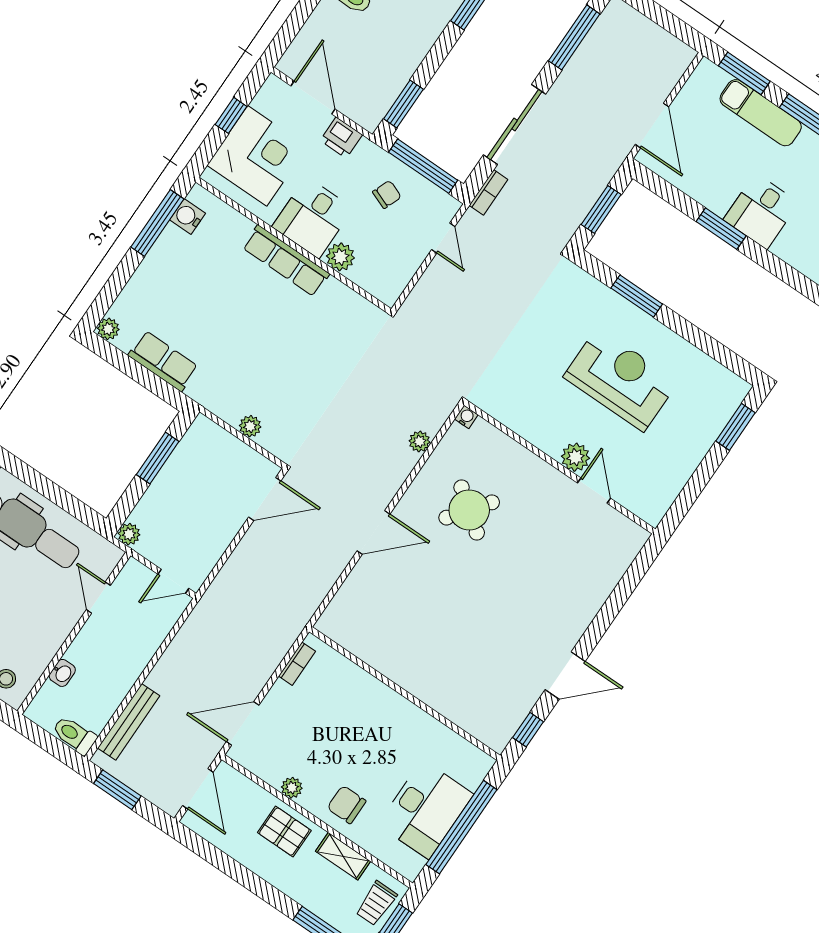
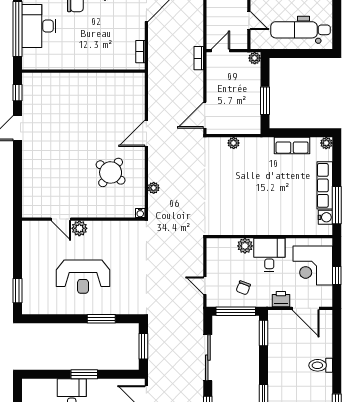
bookcase: (488, 192) -> (199, 58), moved
row of seats: (286, 261) -> (325, 185), moved, turned -90

